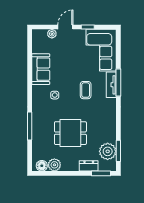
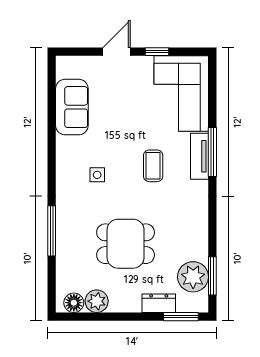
plant: (52, 34) -> (92, 64), removed
sofa: (41, 69) -> (72, 107), moved

